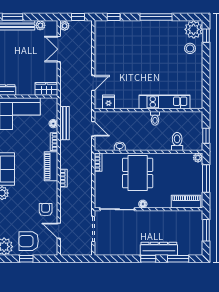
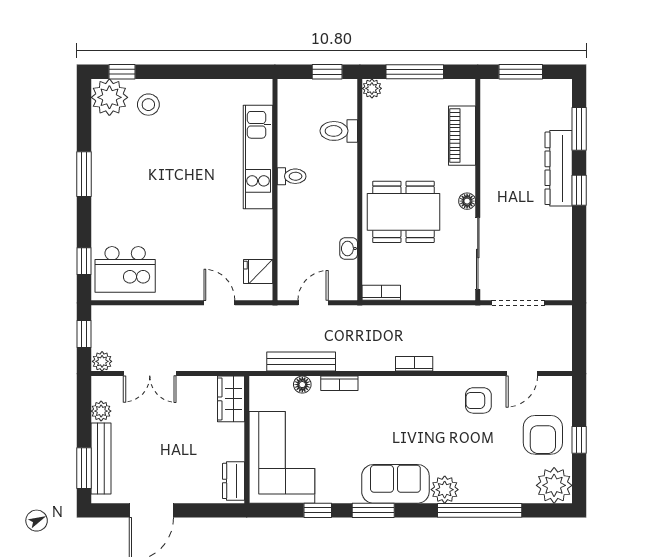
window: (156, 17) -> (84, 174), width x0.69
kitchen island: (110, 37) -> (125, 269), added
piano: (51, 166) -> (390, 389), removed
piano: (186, 202) -> (462, 136), moved

